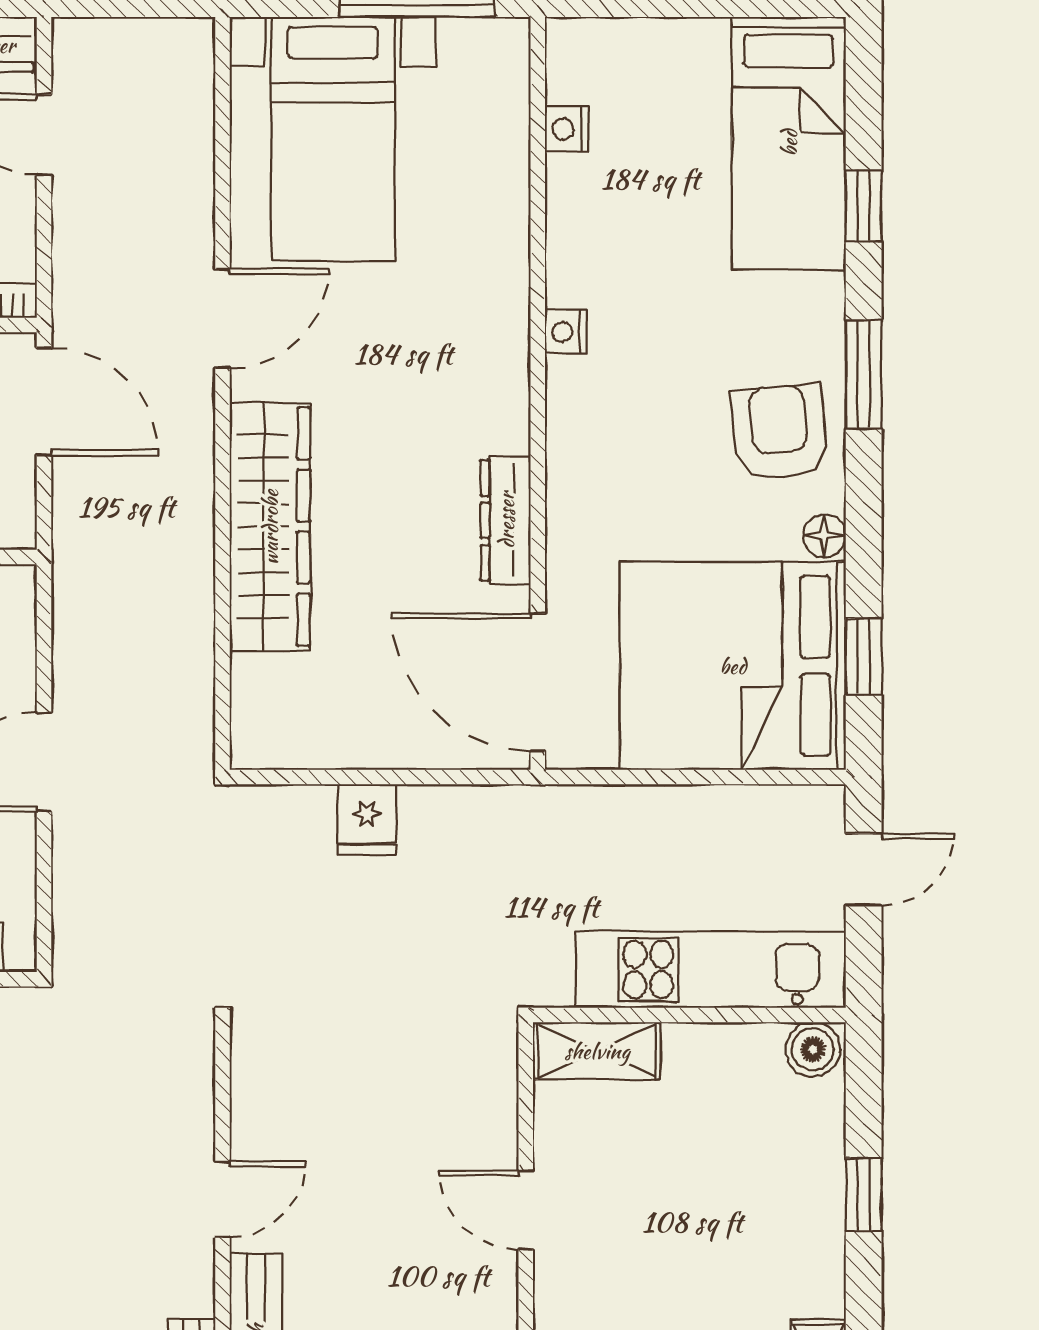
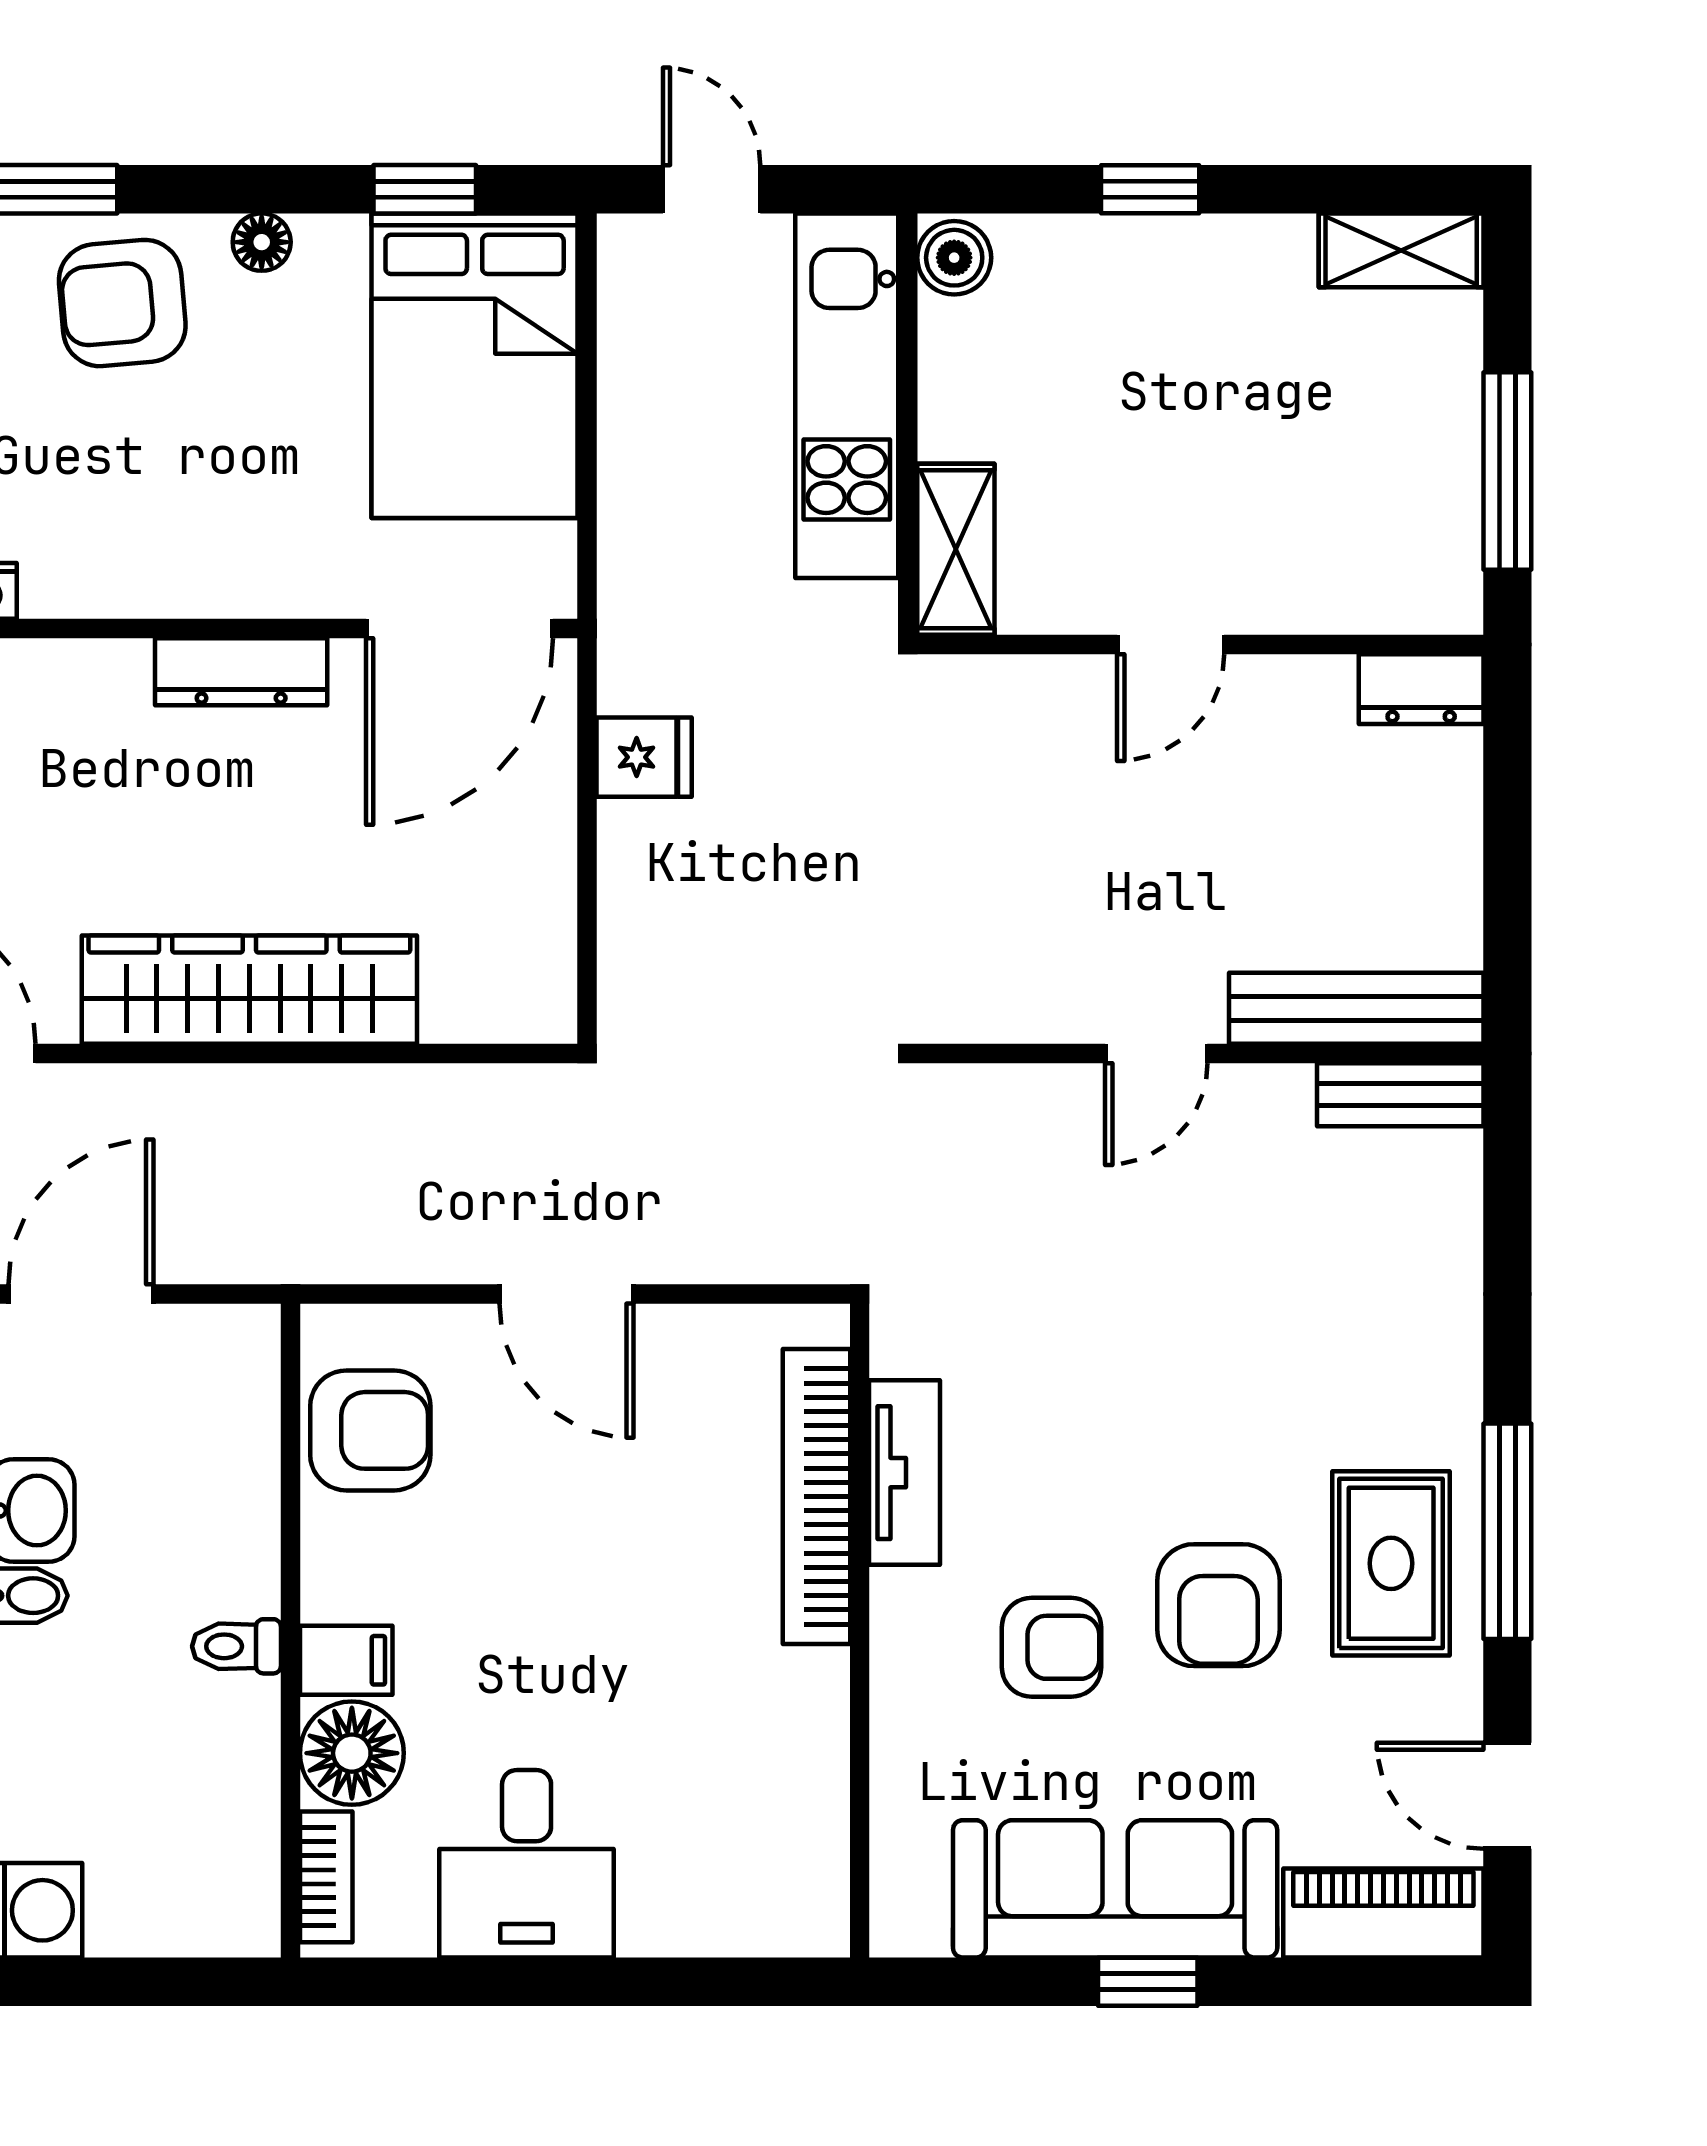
bed: (733, 666) -> (475, 366), width x0.73
fridge: (367, 819) -> (644, 757), moved
door: (222, 1199) -> (1156, 1053), swing flipped

